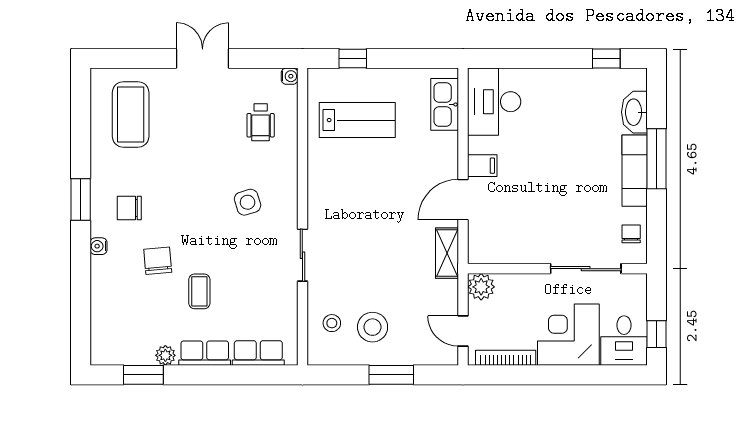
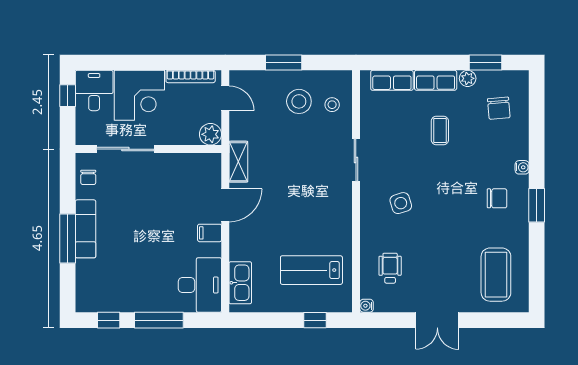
window: (544, 59) -> (159, 320), added
washbasin: (634, 112) -> (86, 276), removed
chair: (158, 261) -> (499, 108), moved

